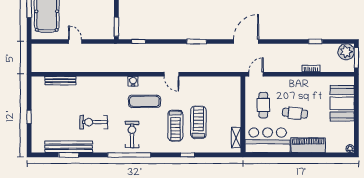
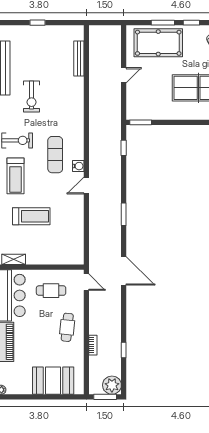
water cooler: (133, 81) -> (78, 166), moved
cafe table: (295, 113) -> (67, 327), moved
exercise bike: (94, 122) -> (32, 96), turned 180
treadmill: (175, 126) -> (16, 176), moved, turned -90

